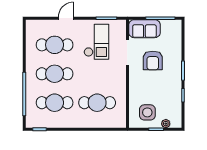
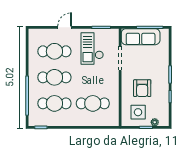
sofa: (144, 29) -> (141, 37), width x1.36
checkout: (96, 42) -> (92, 49), turned 180
armchair: (153, 61) -> (142, 88), moved

